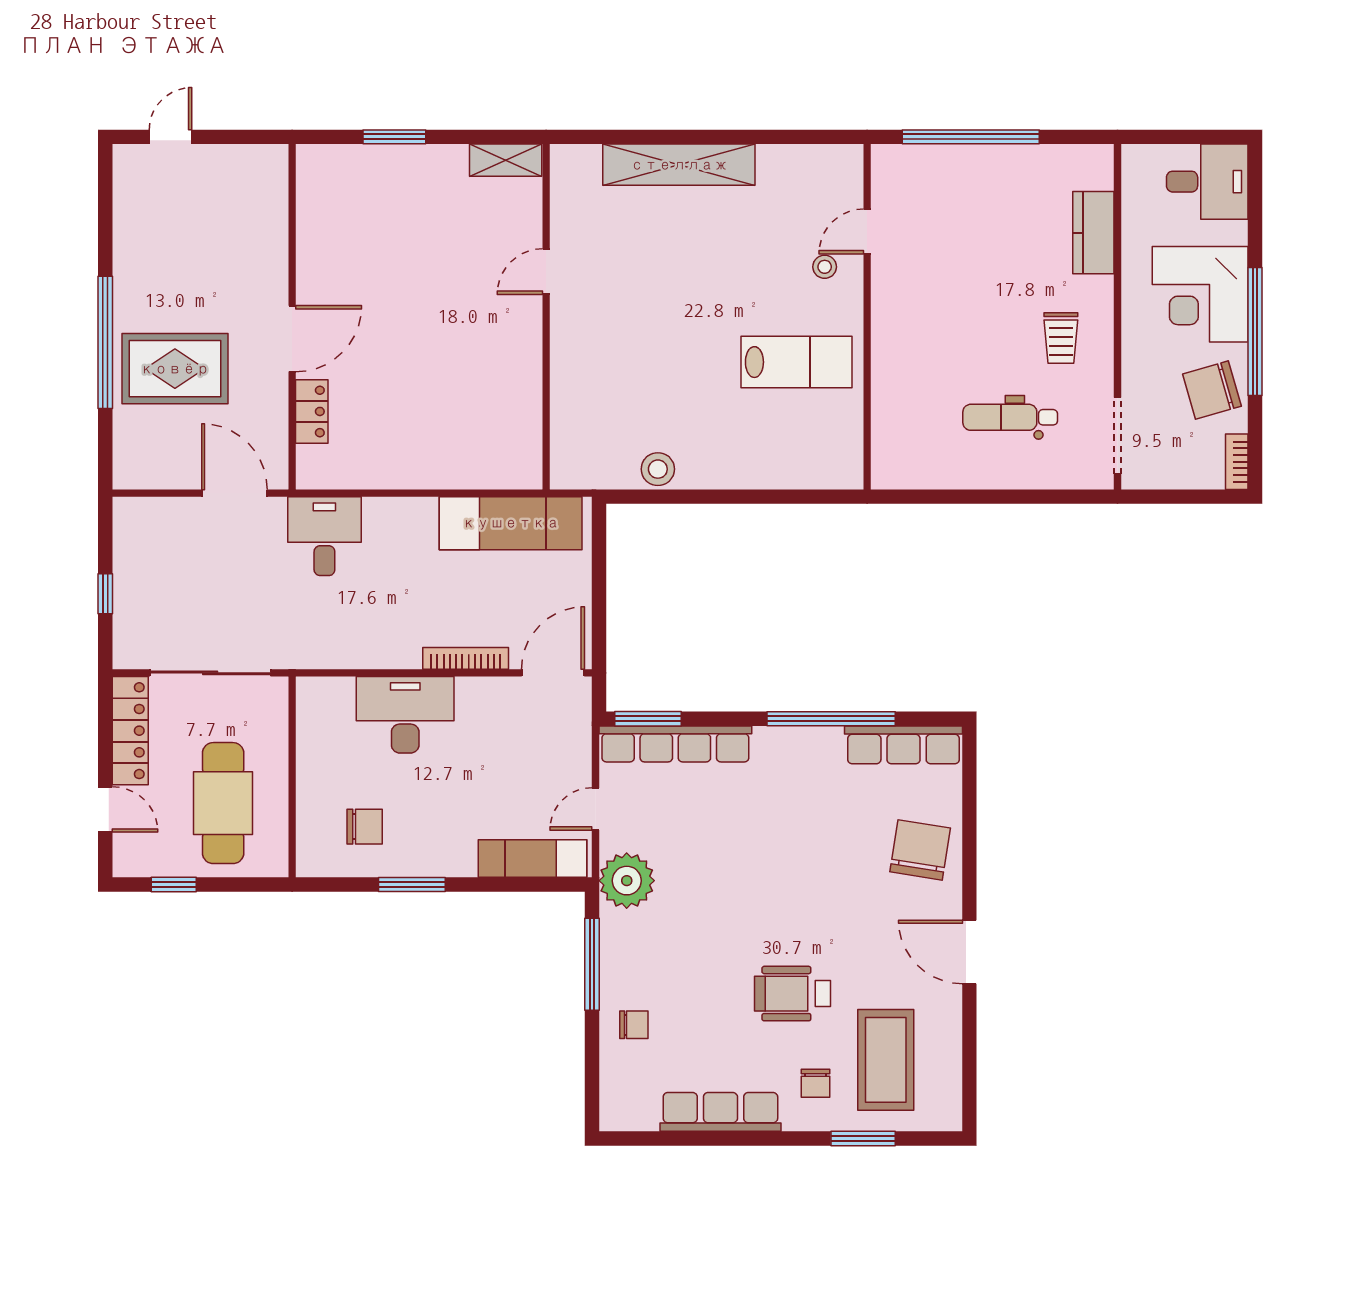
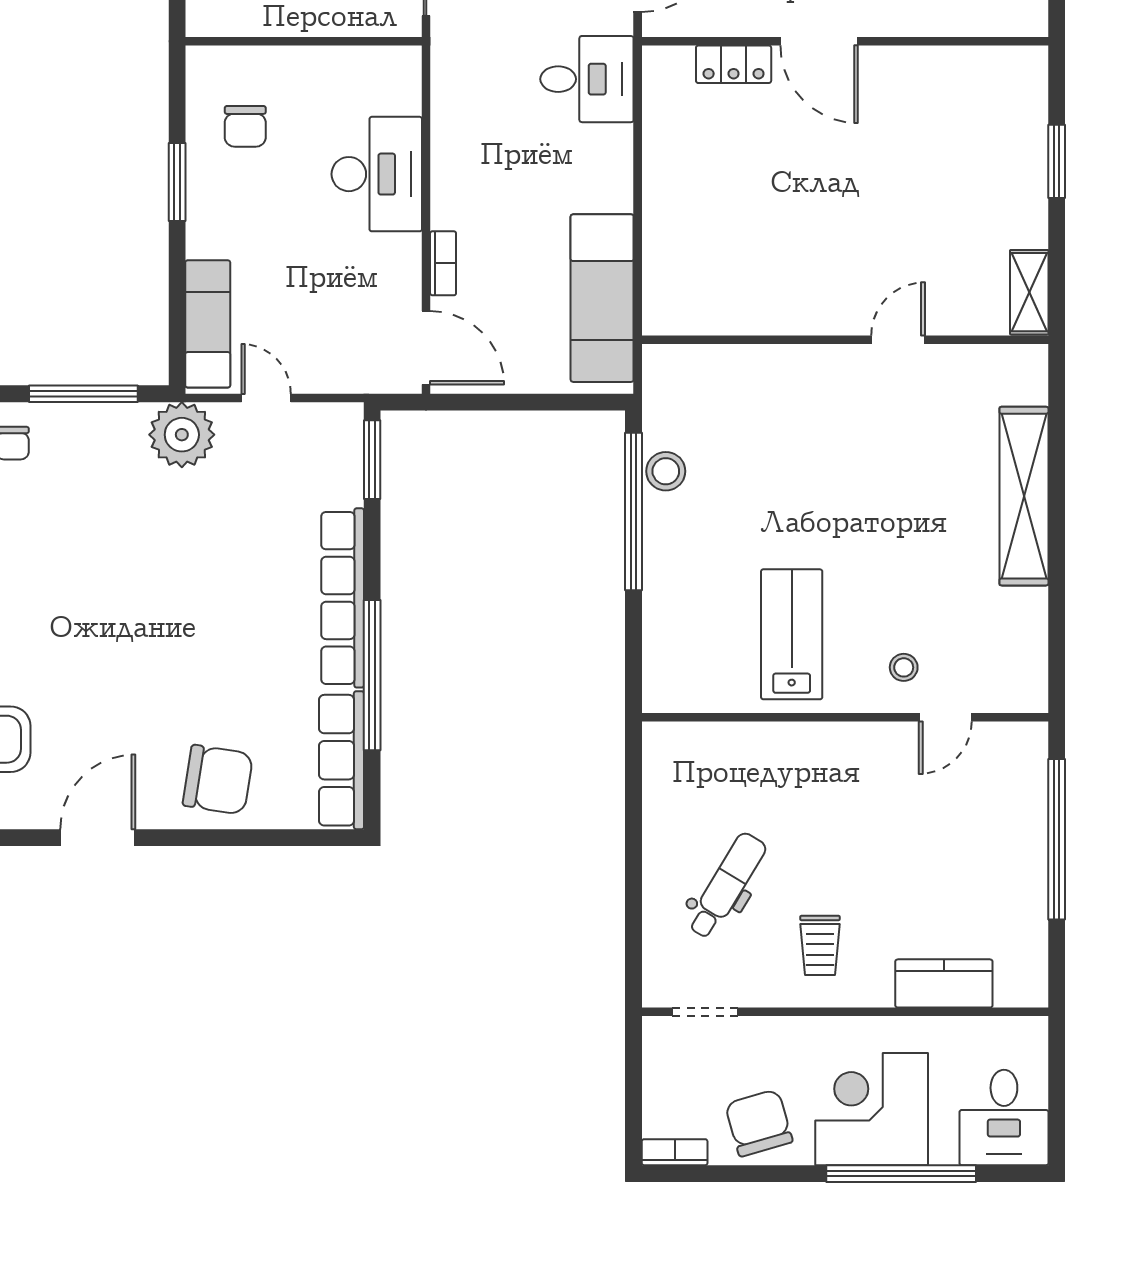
door: (867, 231) -> (945, 717), swing flipped
door: (546, 272) -> (898, 340), hinge flipped
window: (1255, 332) -> (901, 1174), moved
trolley: (1061, 338) -> (820, 945), turned -90
lab bench: (797, 362) -> (792, 634), turned 180
dental chair: (1010, 417) -> (727, 886), turned 31
doorway: (1117, 436) -> (705, 1012), width x0.73
window: (692, 497) -> (633, 511), added
bookcase: (466, 658) -> (443, 263), width x0.64
row of seats: (675, 744) -> (343, 598), moved
wheelchair: (792, 994) -> (49, 630), removed

